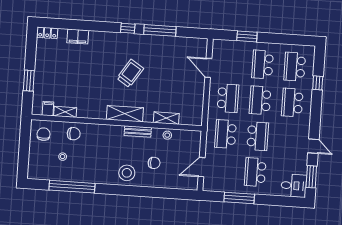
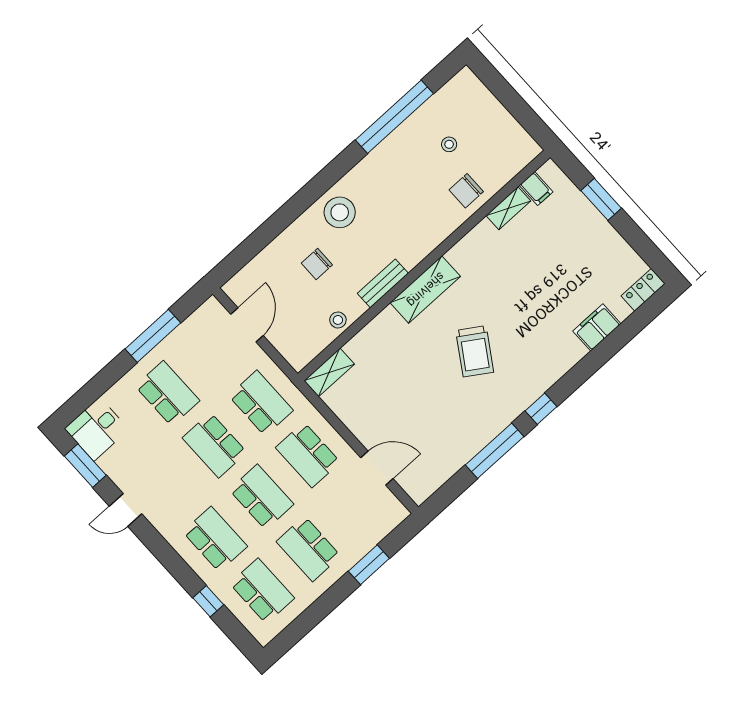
school desk: (263, 64) -> (308, 549), turned 180
shelving: (166, 118) -> (329, 372), moved
chair: (43, 134) -> (506, 148), removed

